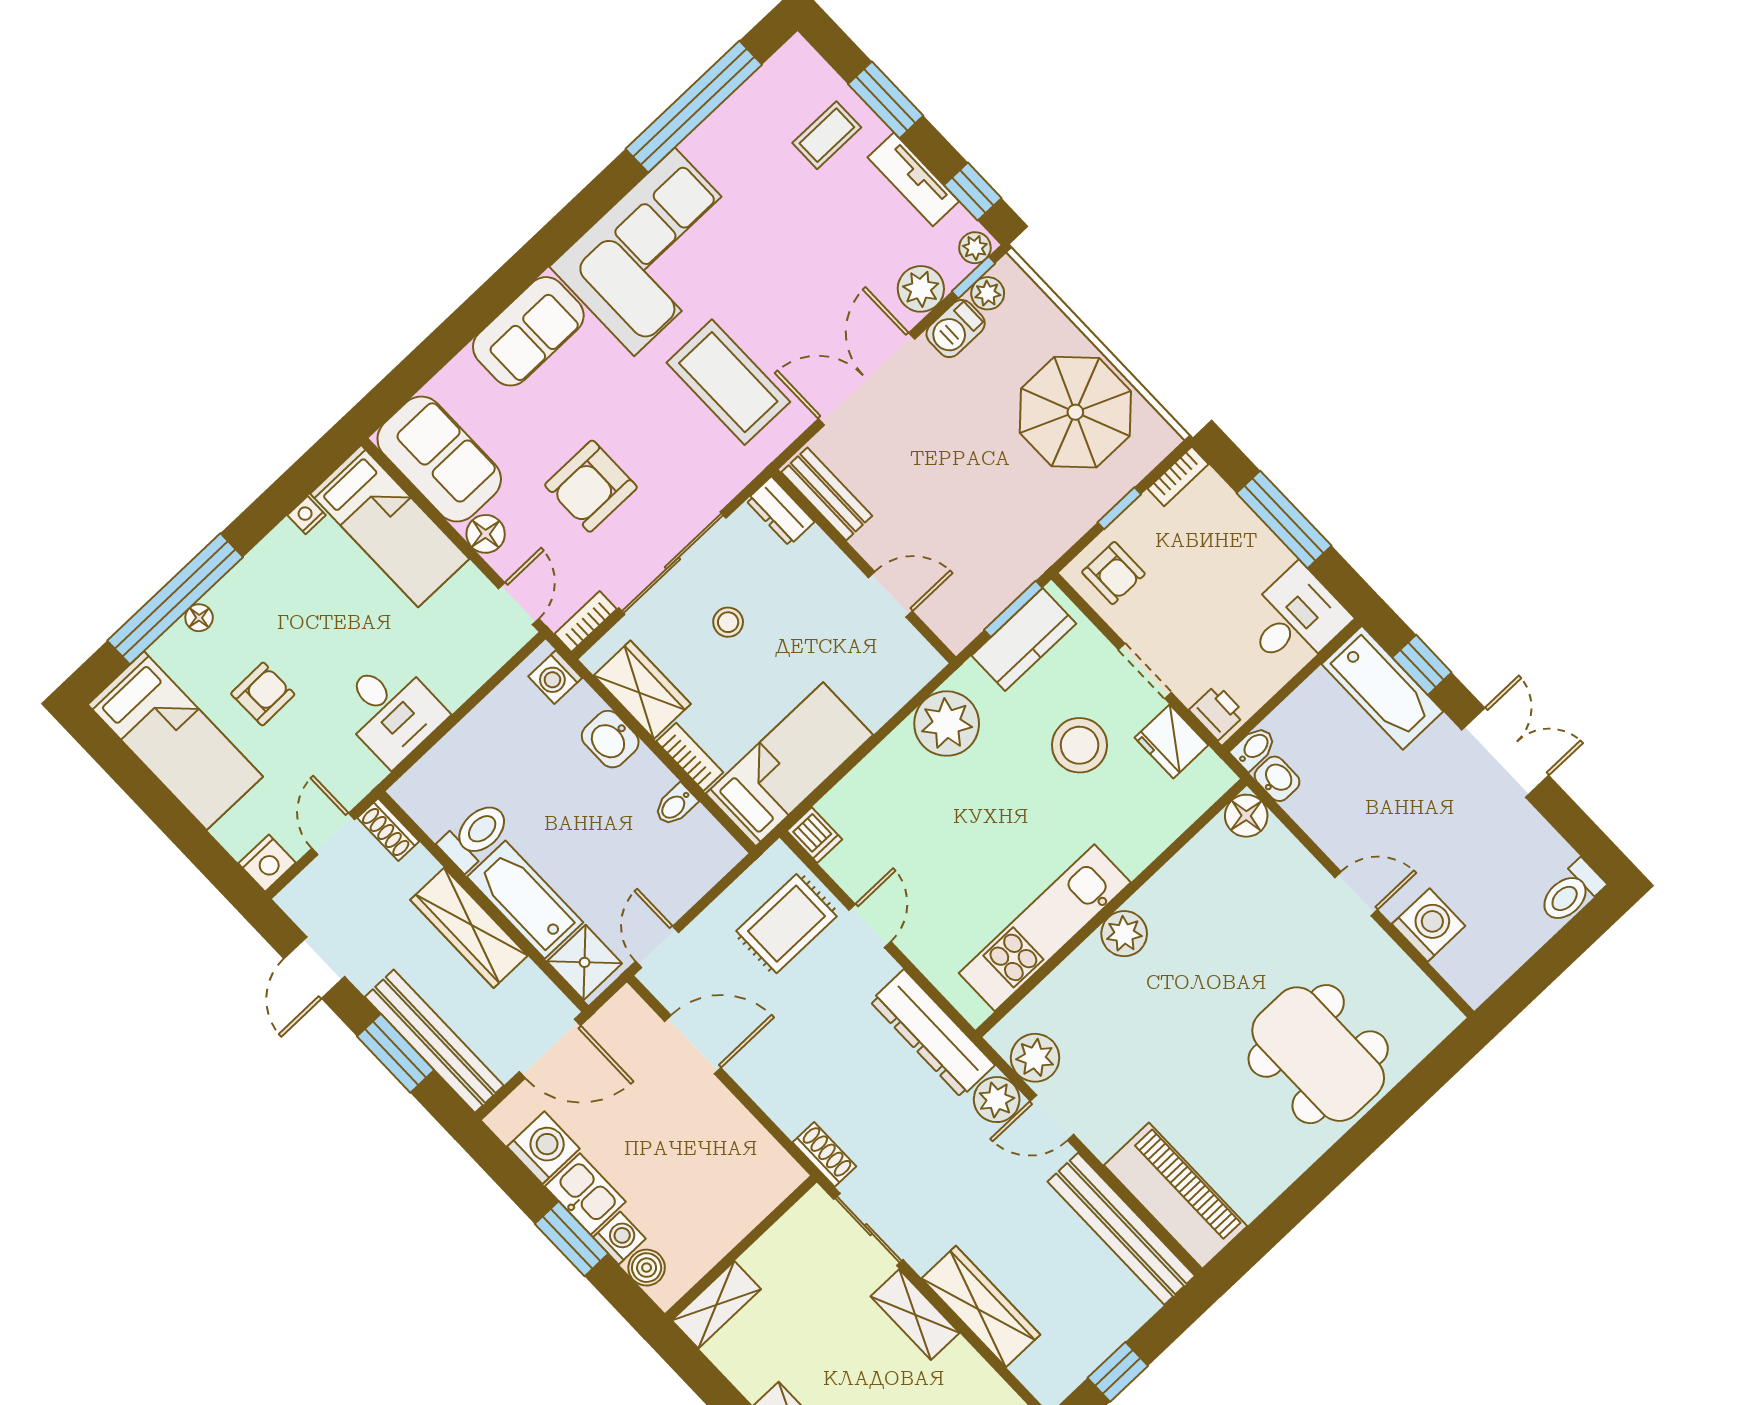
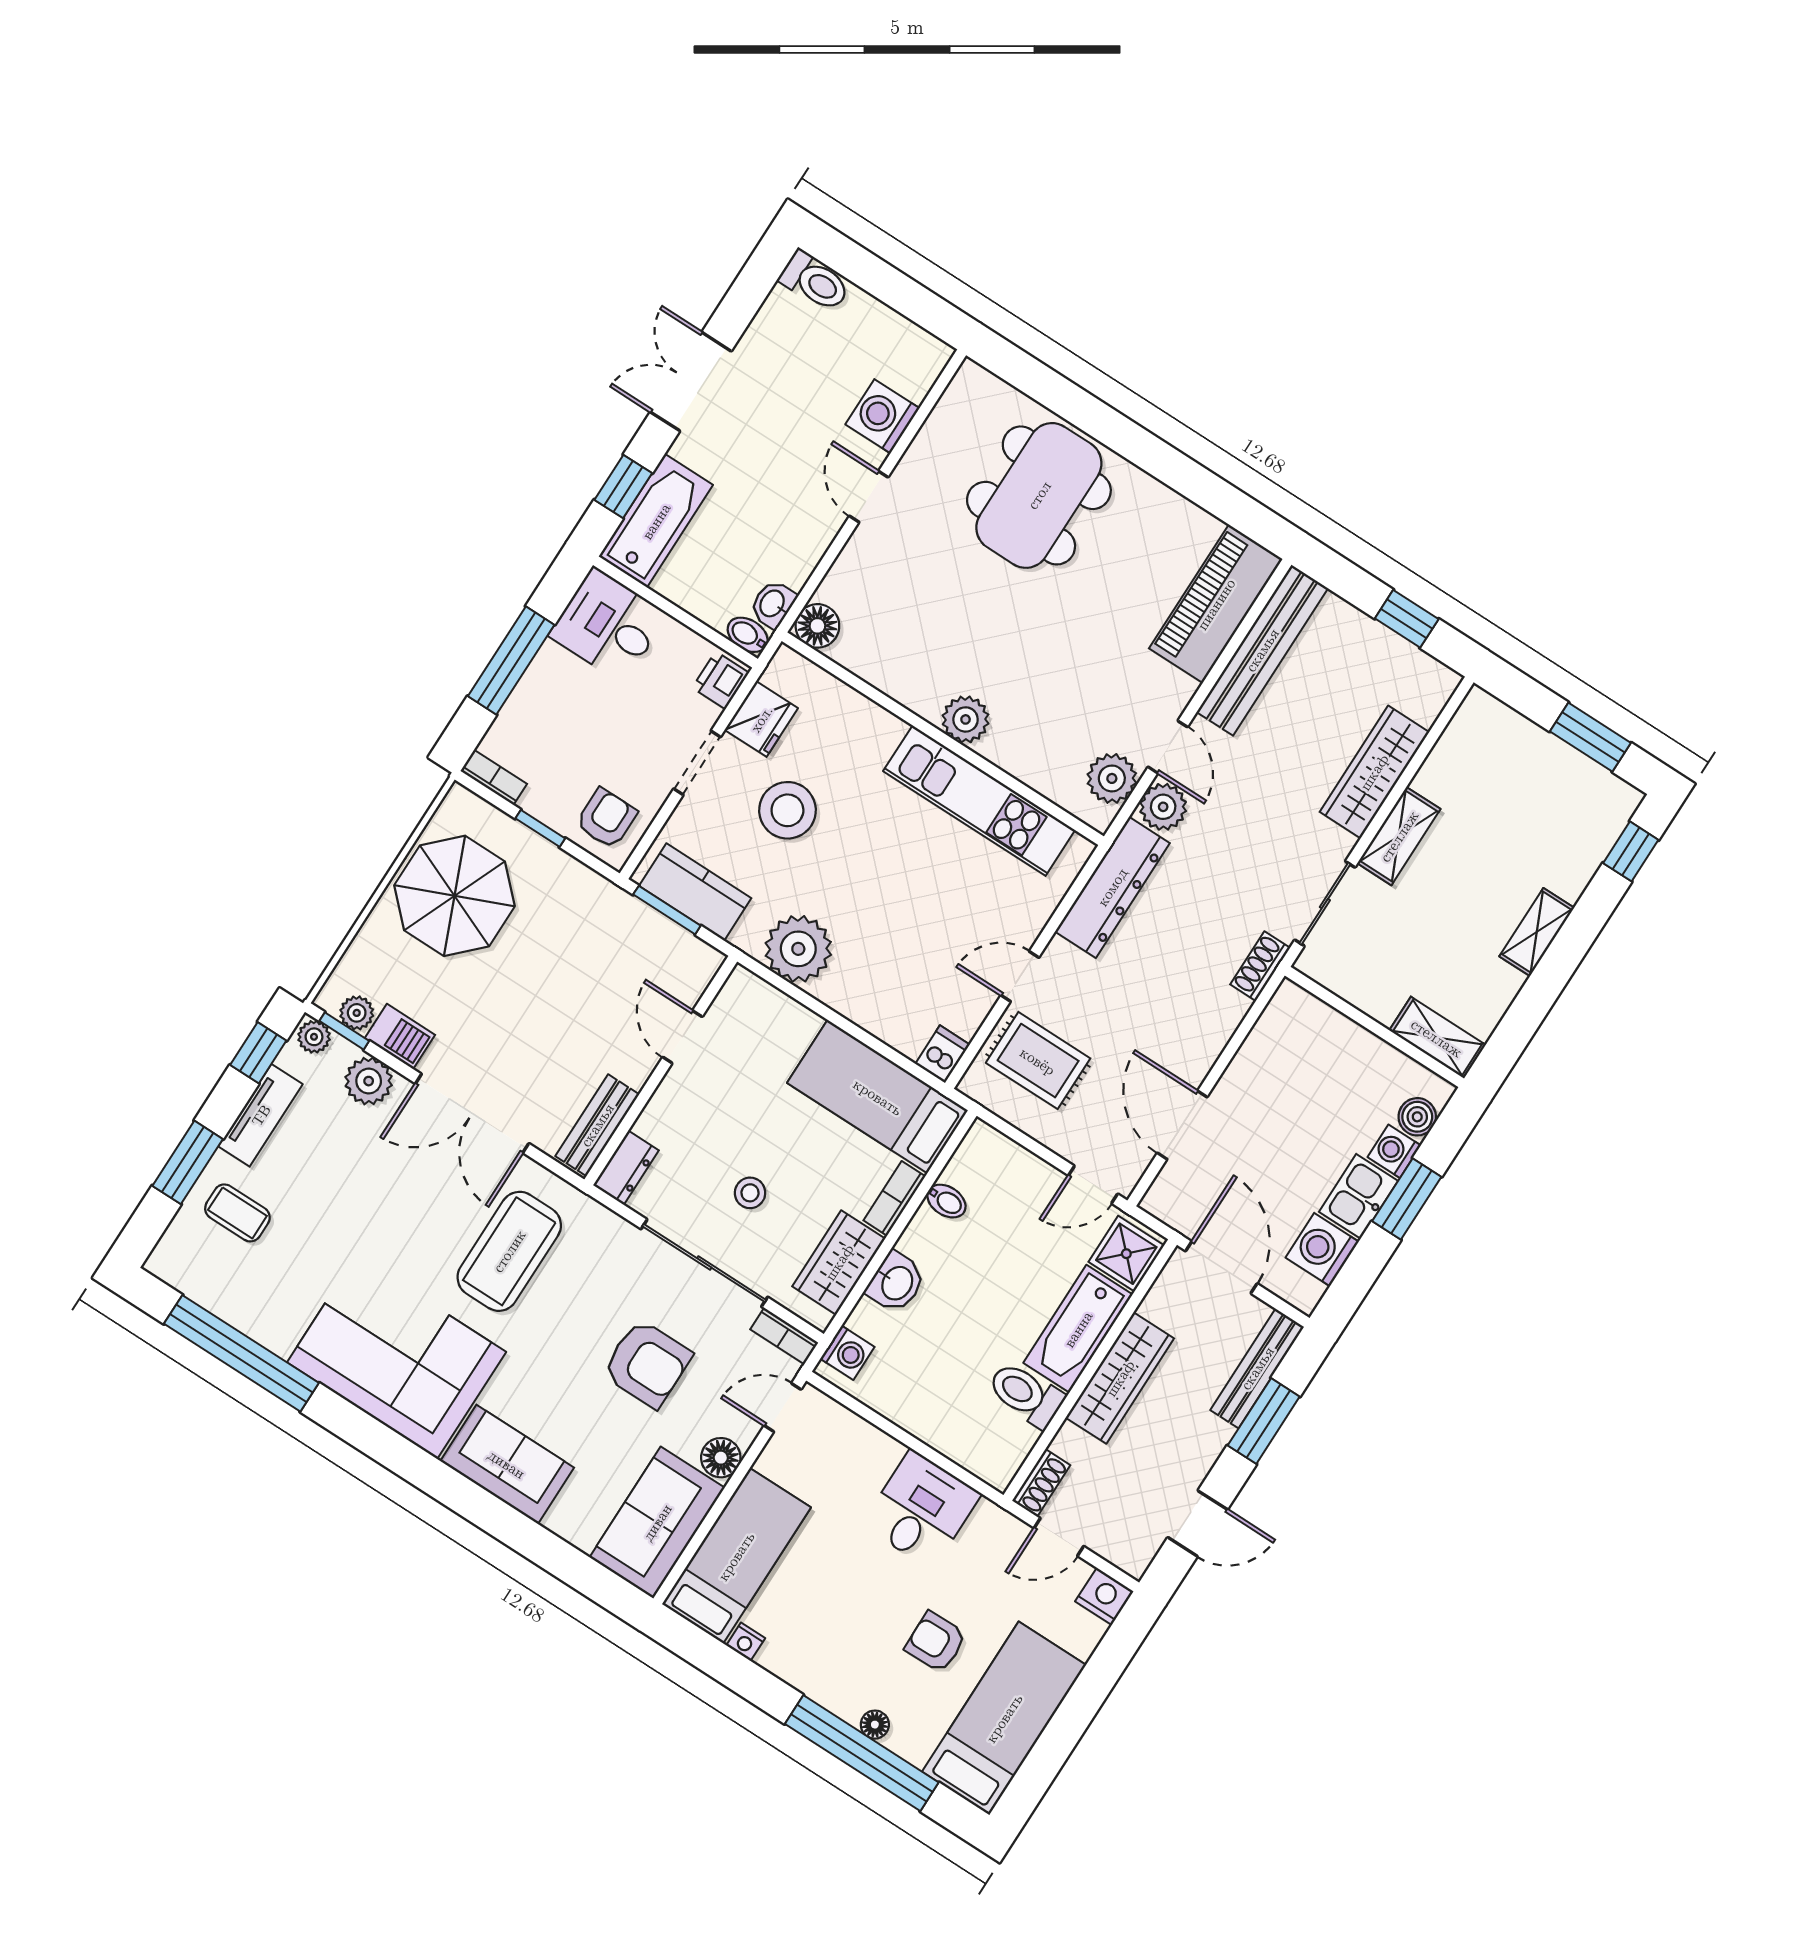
bench: (434, 1041) -> (1257, 1368), width x0.73, depth x0.82

